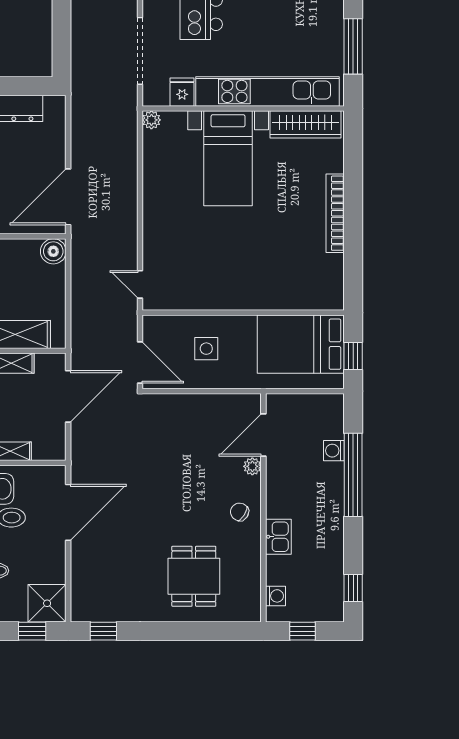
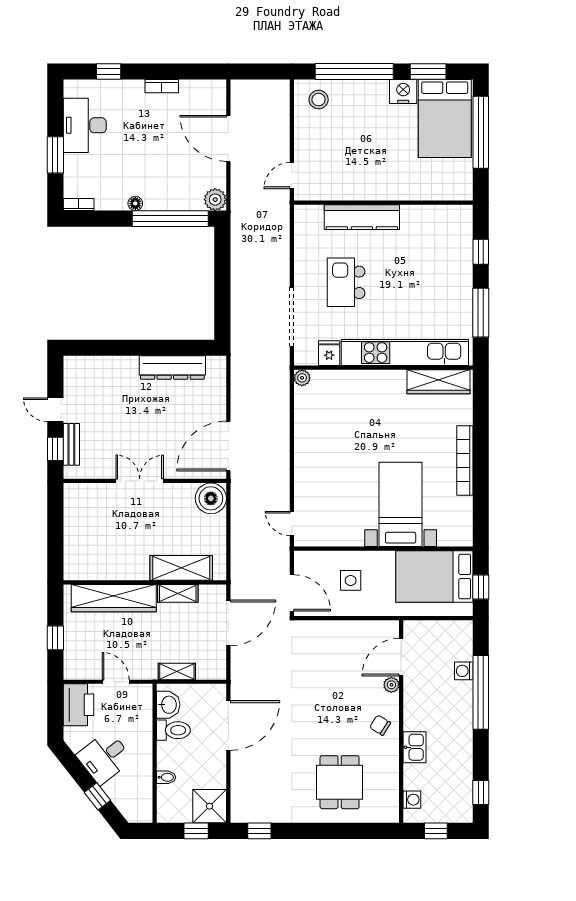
bed with nightstands: (228, 158) -> (401, 504), moved, turned 180
boiler: (53, 251) -> (211, 498), width x1.37, depth x1.37

